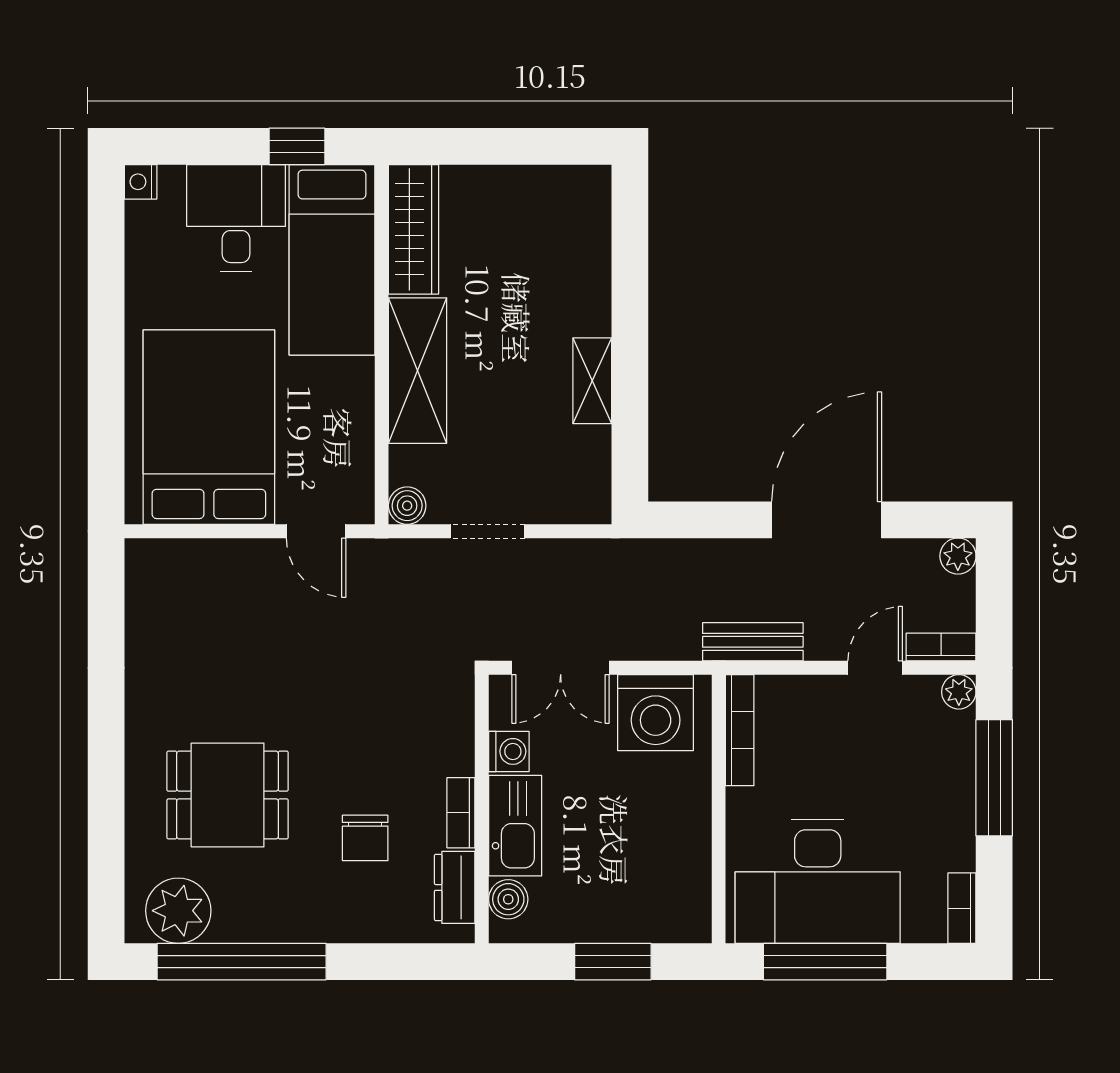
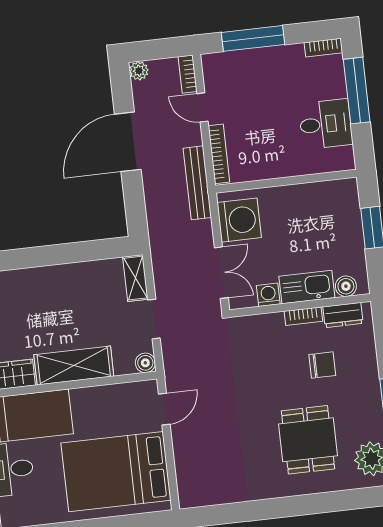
shelving: (592, 381) -> (135, 278), moved, turned 90
door: (827, 520) -> (128, 142), hinge flipped
bench: (753, 642) -> (197, 183), width x1.36
plant: (959, 692) -> (210, 62), removed
bookcase: (740, 730) -> (219, 154), moved, turned 90
desk: (818, 882) -> (326, 124), width x0.53, depth x0.77
window: (825, 962) -> (357, 91), moved

